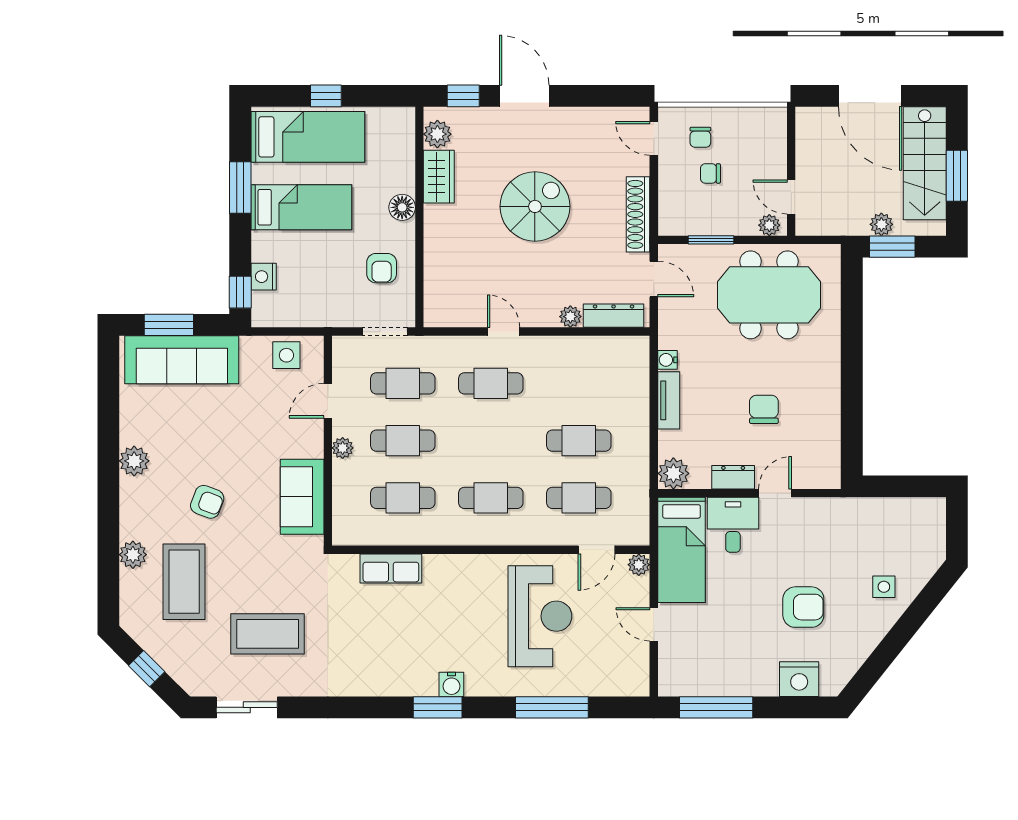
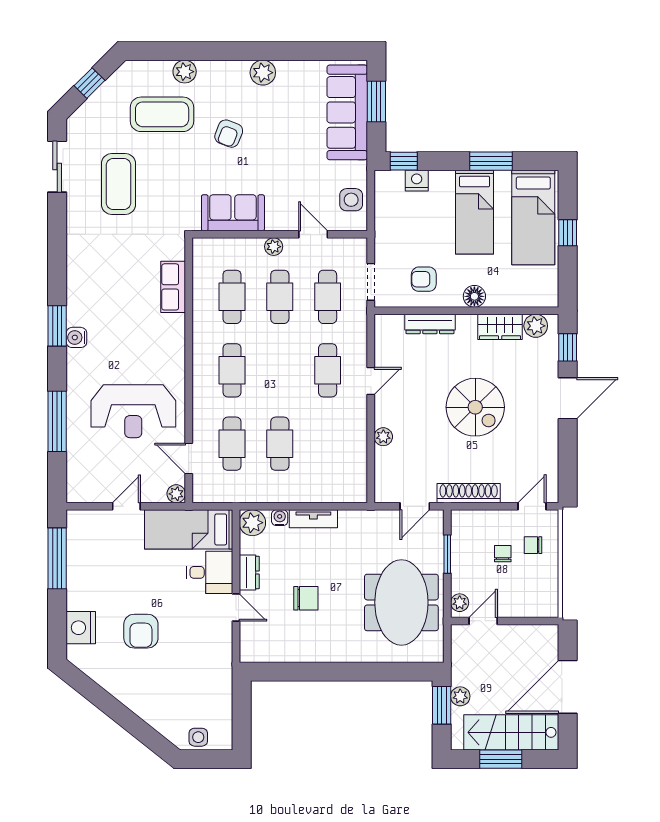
dresser: (614, 316) -> (430, 324), moved, turned 90
water cooler: (667, 360) -> (280, 518), moved
side table: (884, 587) -> (198, 737), moved

